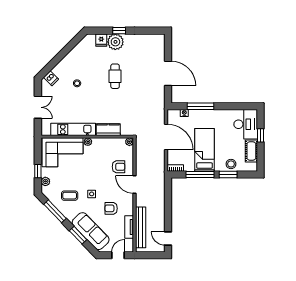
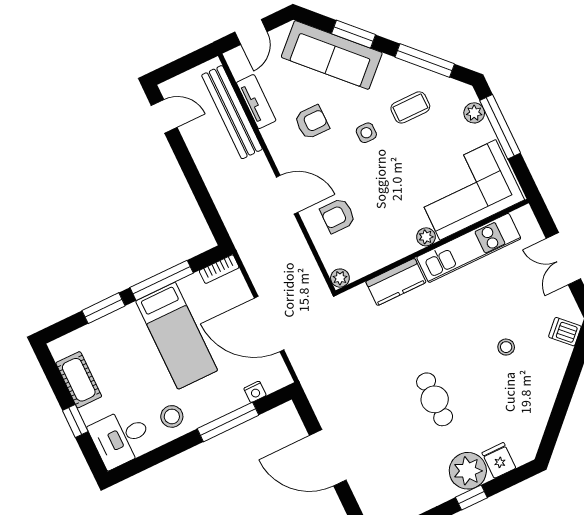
desk: (246, 124) -> (121, 438), width x0.73
stool: (231, 164) -> (172, 416), moved
window: (38, 171) -> (500, 127), width x2.17

